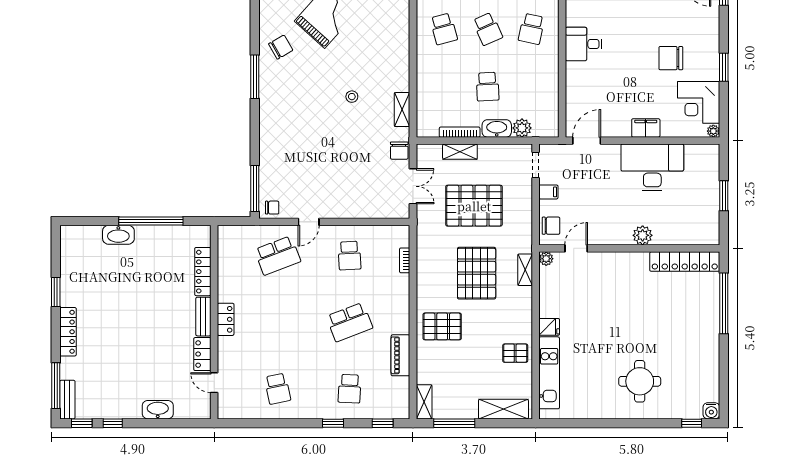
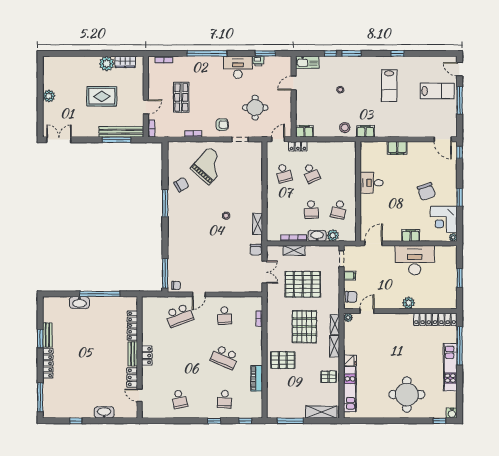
school desk: (531, 29) -> (339, 209), moved
chair: (671, 58) -> (426, 192), turned -108
school desk: (350, 322) -> (225, 357), turned 45
kitchen unit: (709, 338) -> (450, 367), added
round table: (640, 381) -> (407, 395), width x1.36, depth x1.36
bench: (67, 400) -> (47, 335), moved
shelving: (424, 402) -> (334, 346), moved
window: (82, 423) -> (56, 421), removed

